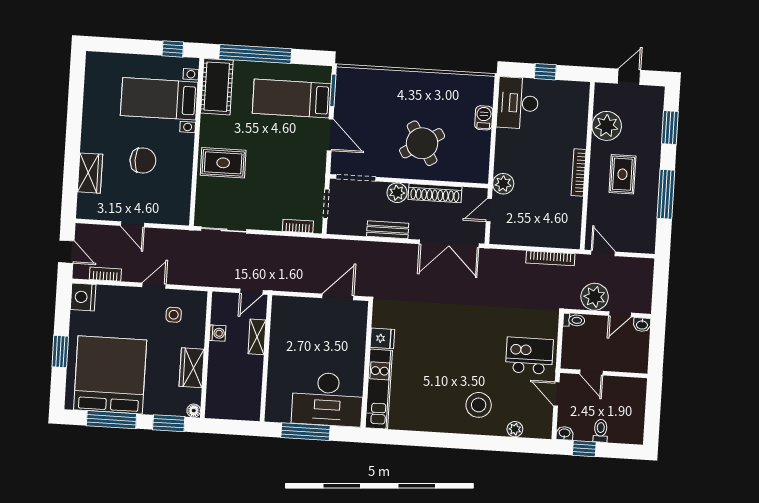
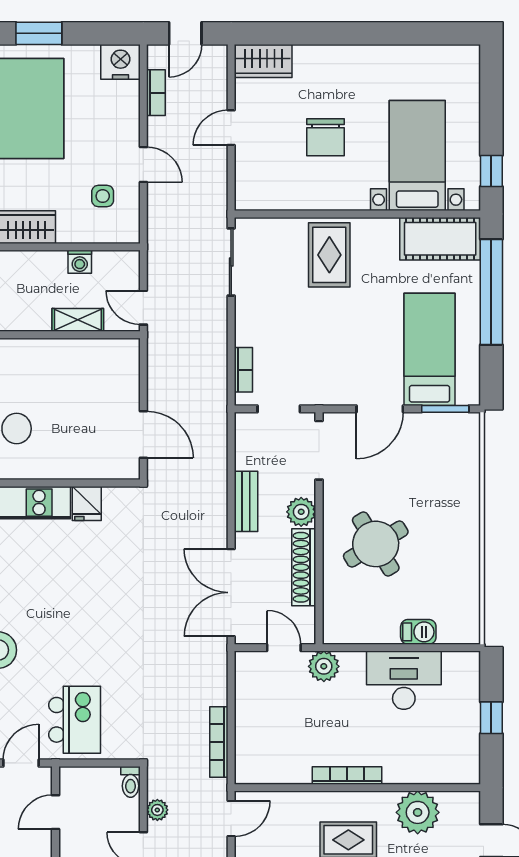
desk: (518, 103) -> (404, 680), moved
wardrobe: (90, 173) -> (263, 61), moved
plant: (595, 297) -> (157, 810), width x0.53, depth x0.53

